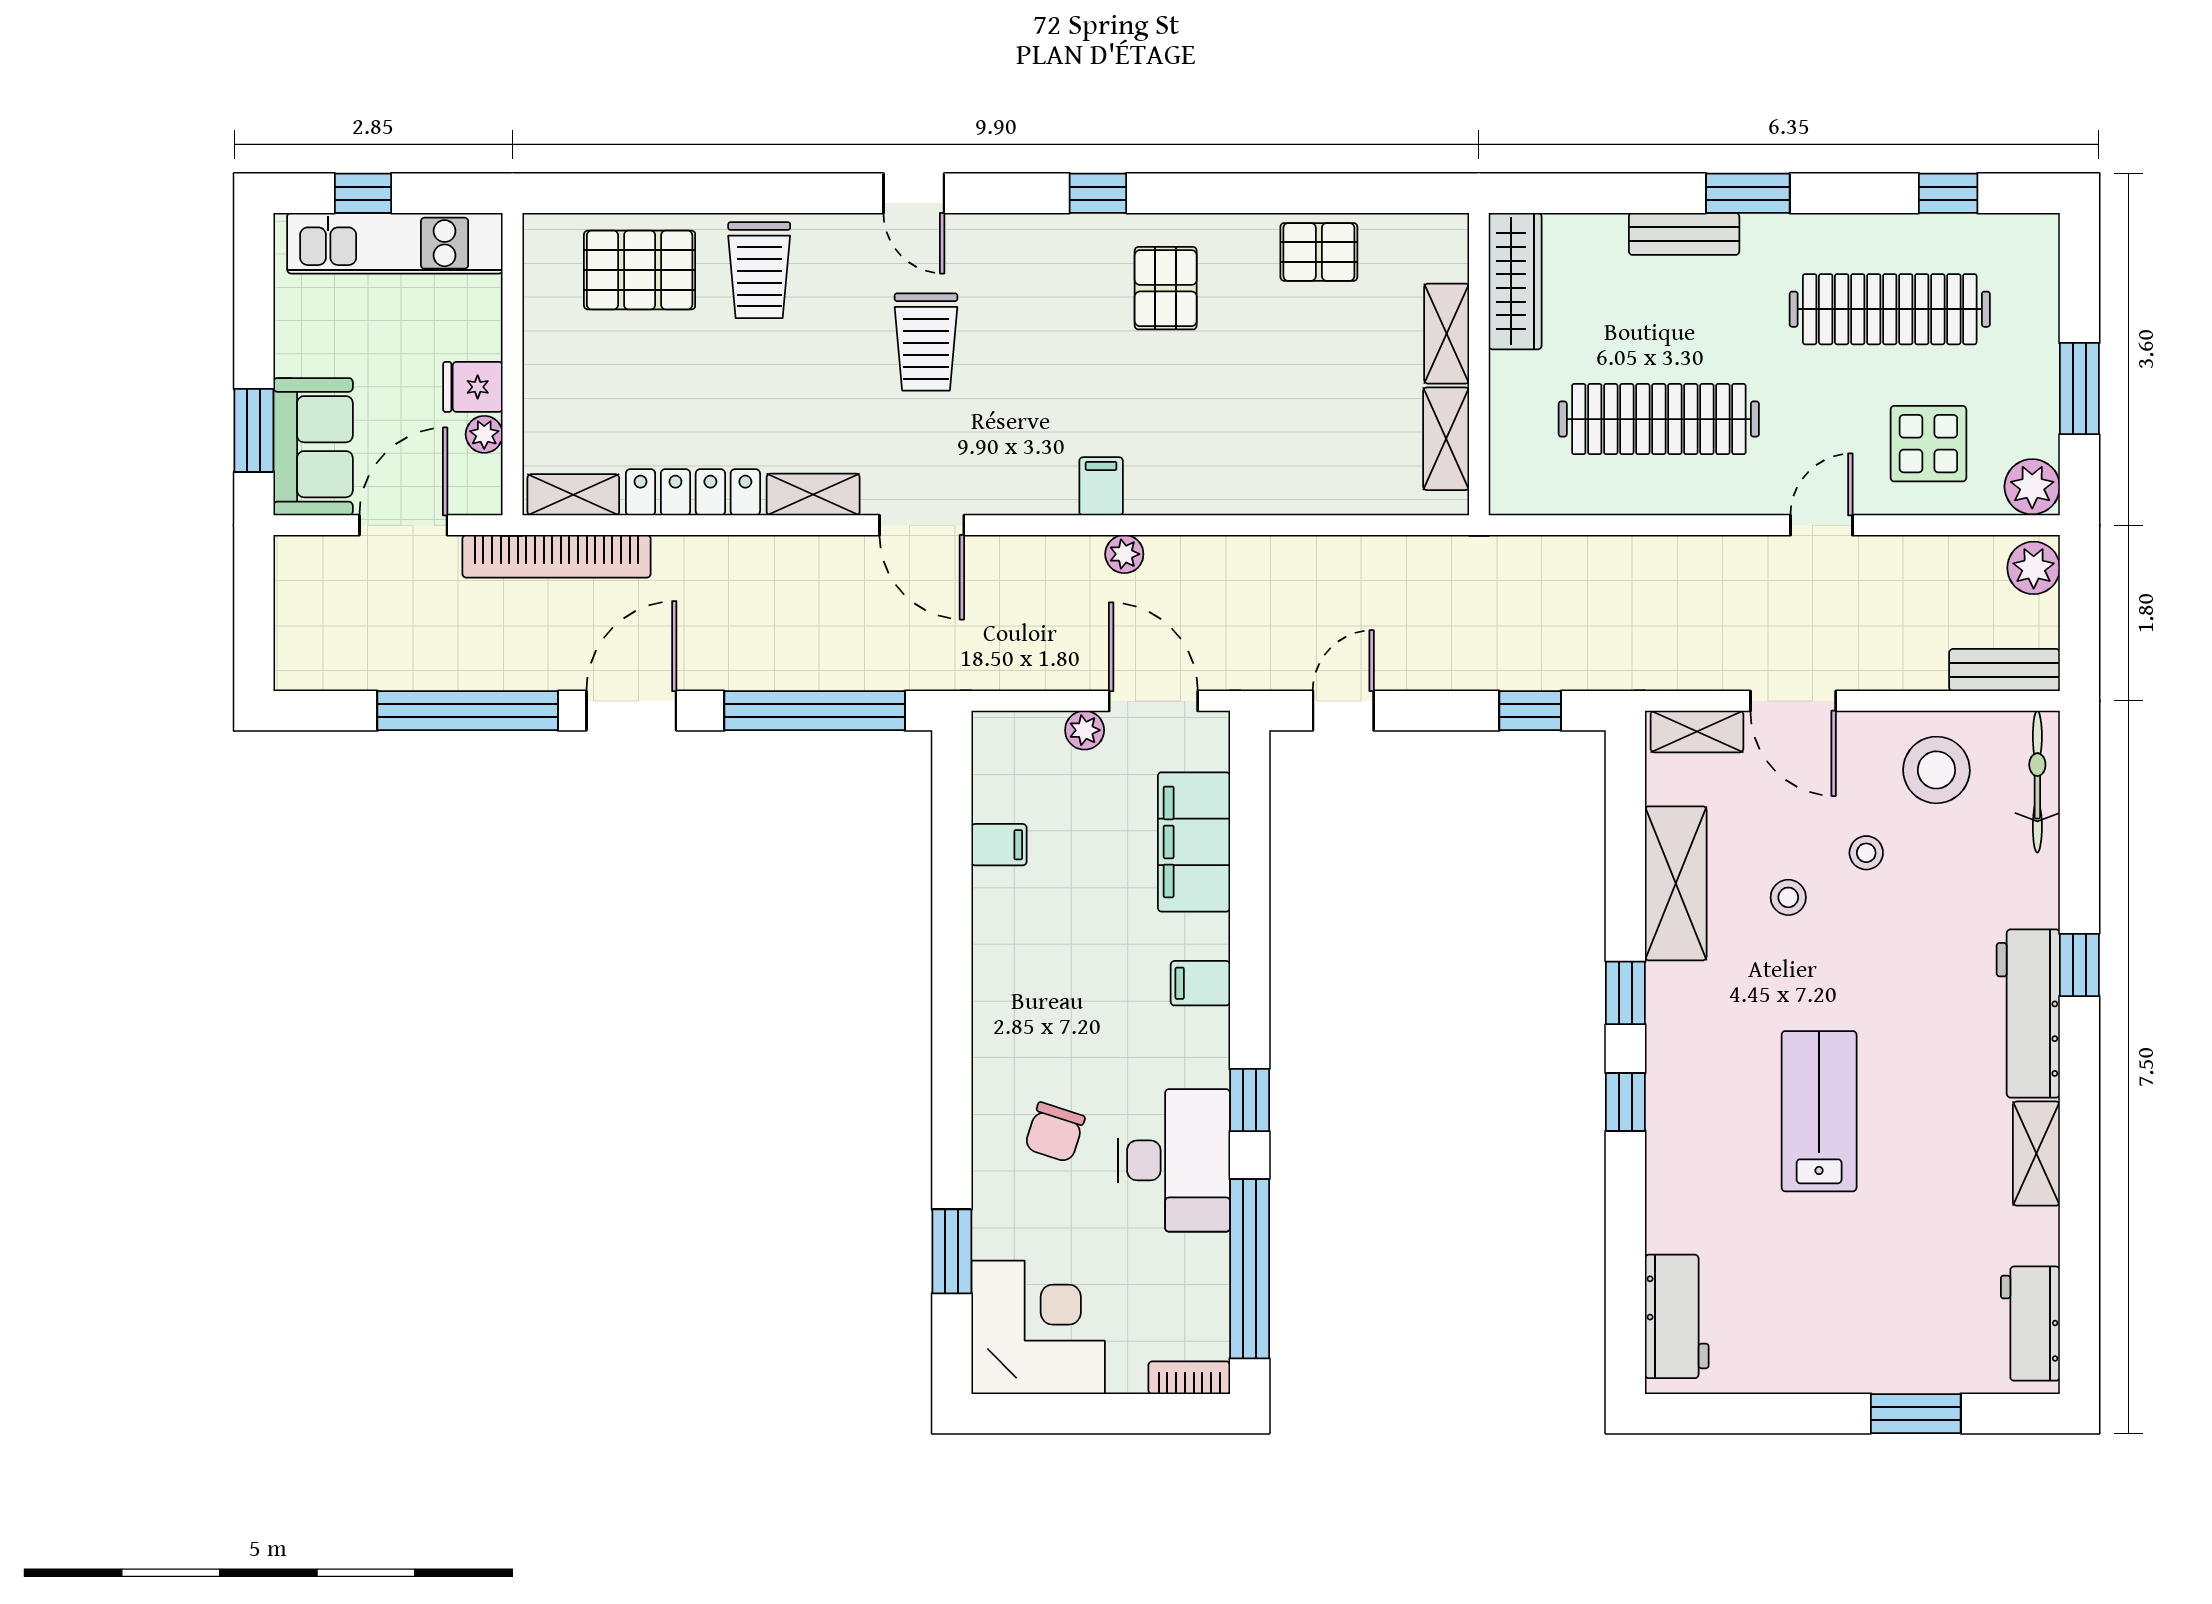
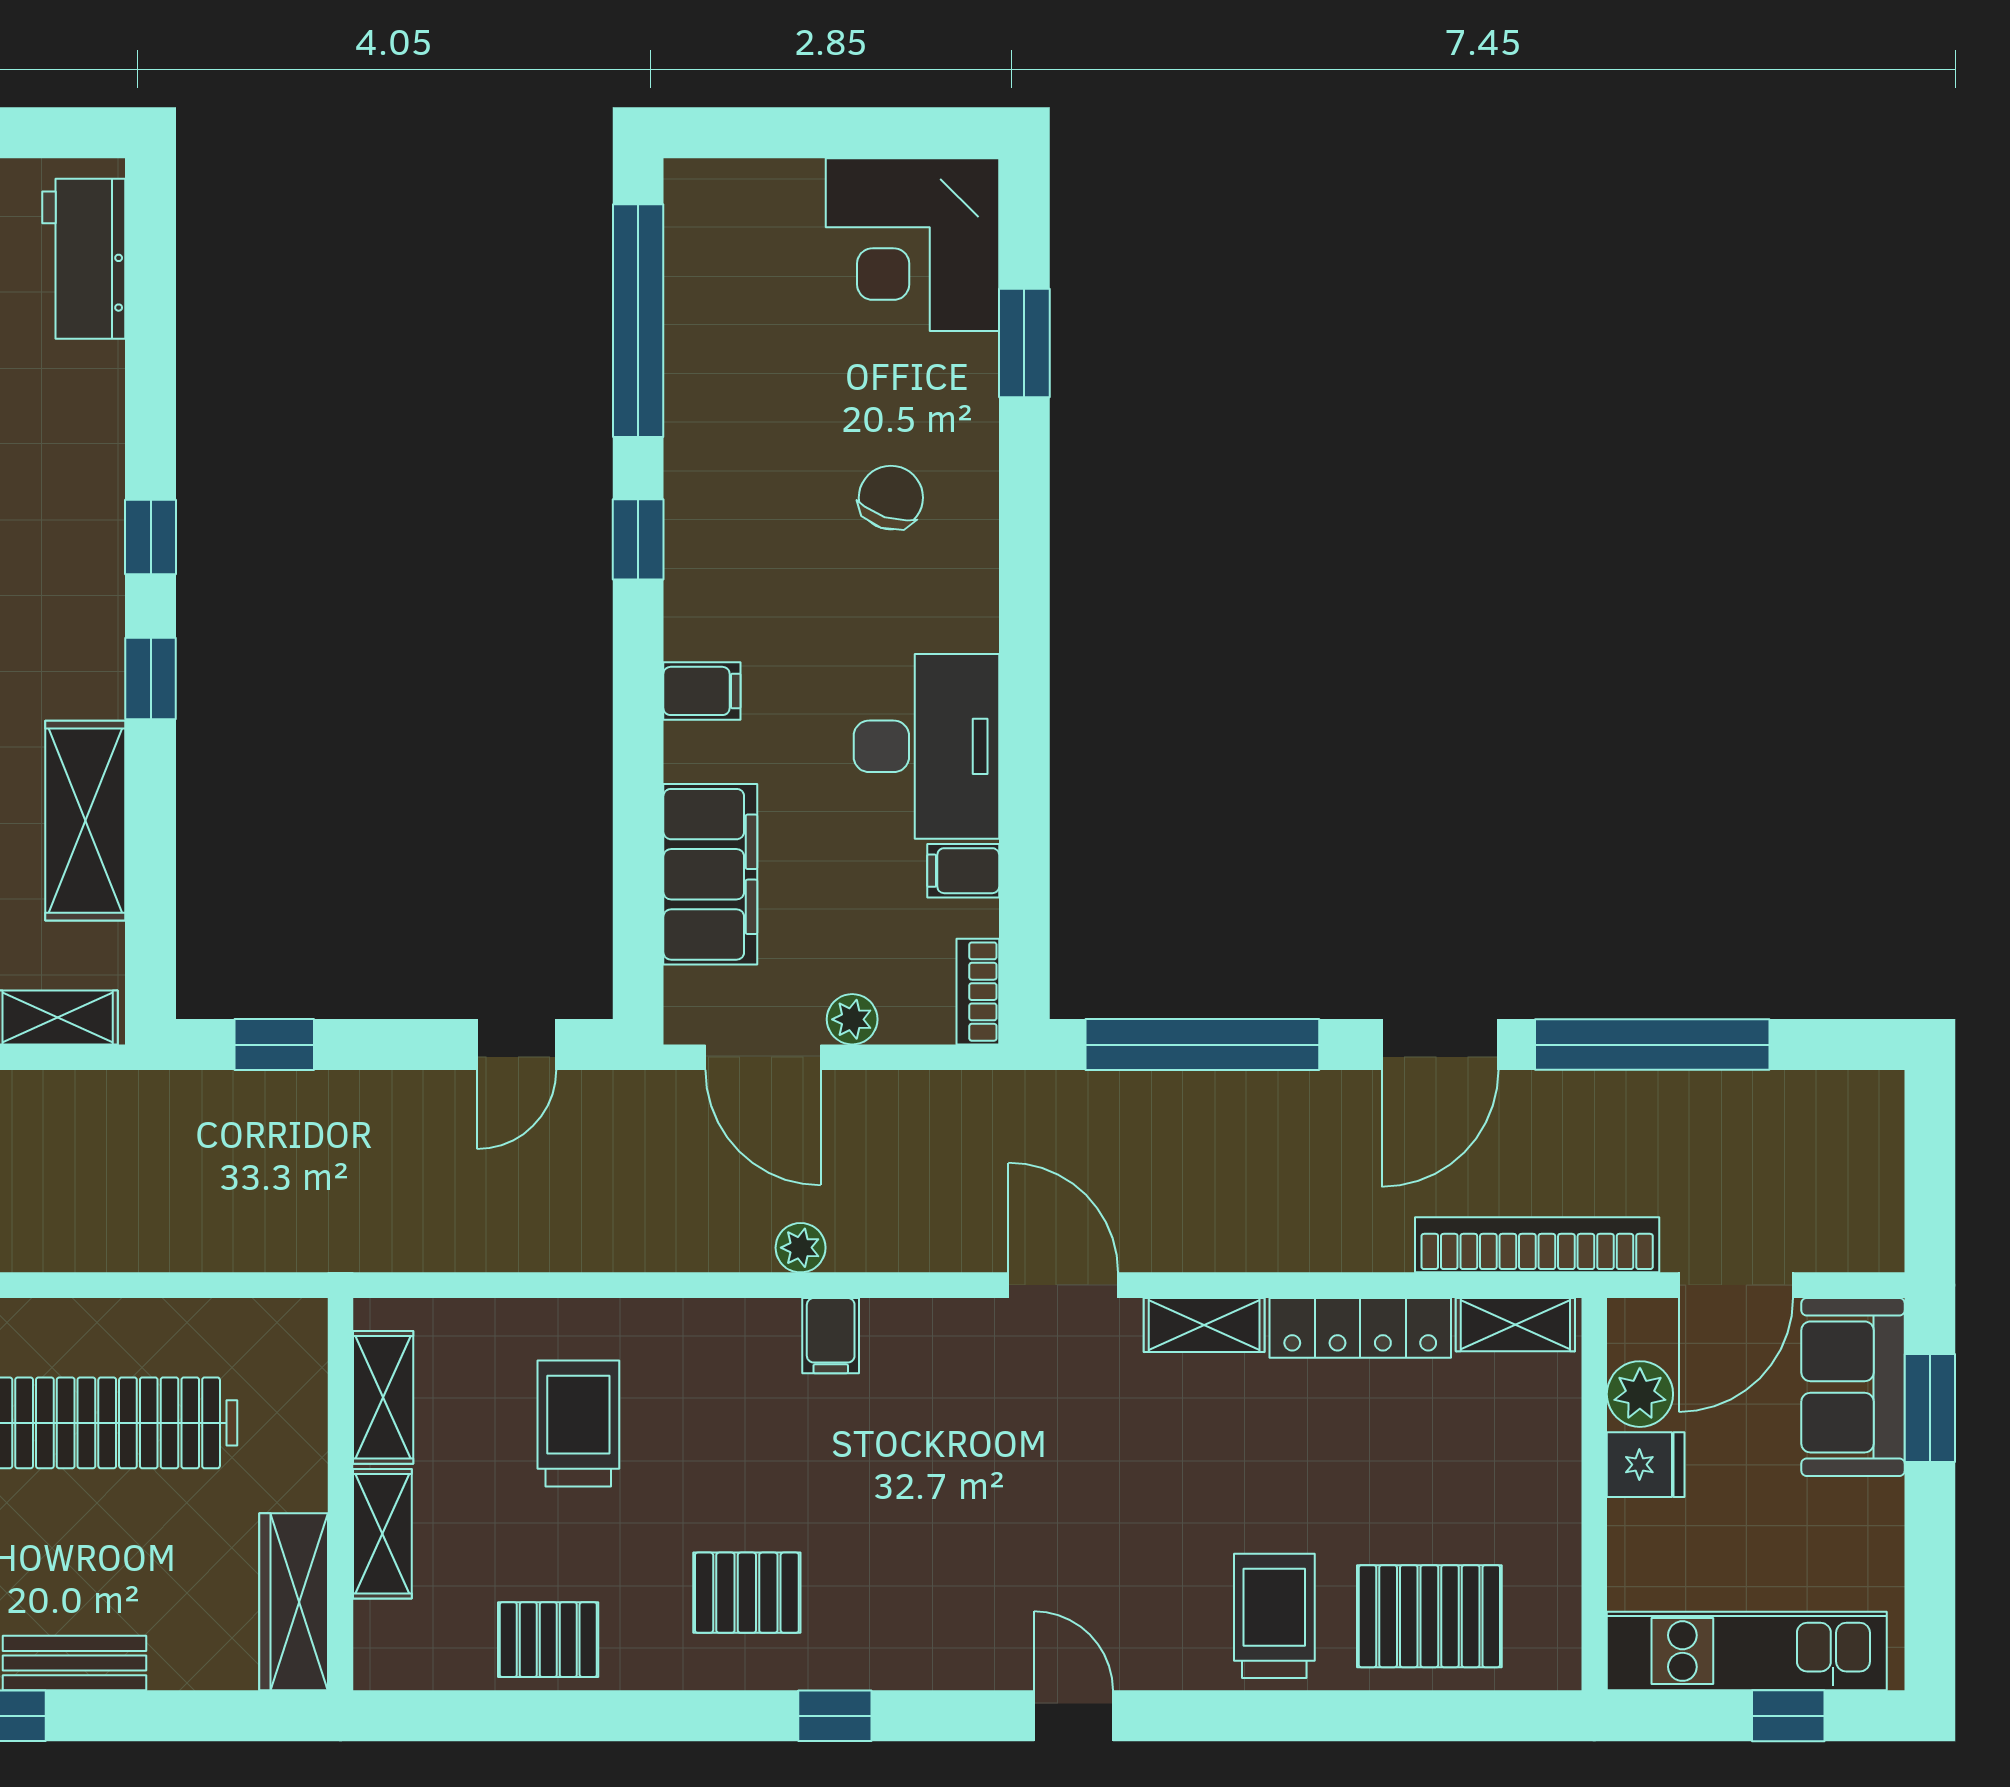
pallet: (1166, 288) -> (747, 1593), turned 90
trolley: (926, 342) -> (578, 1423), moved
plant: (484, 434) -> (1640, 1394), width x1.38, depth x1.38
desk: (1174, 1160) -> (926, 746), moved, turned 180
bookcase: (1189, 1378) -> (978, 992), moved, turned 90

